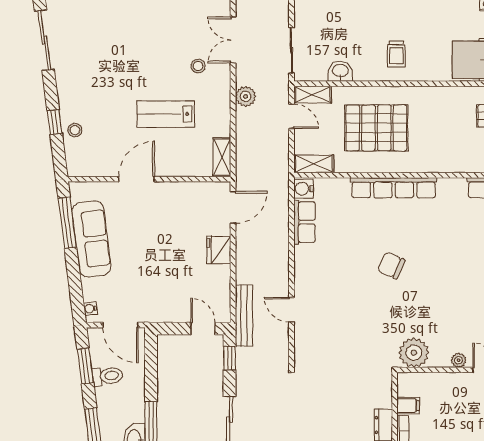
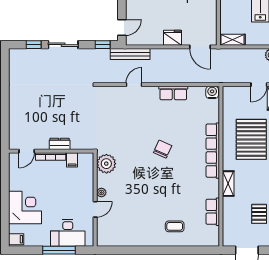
shelving: (314, 164) -> (228, 184), moved
row of seats: (304, 222) -> (173, 93), moved

